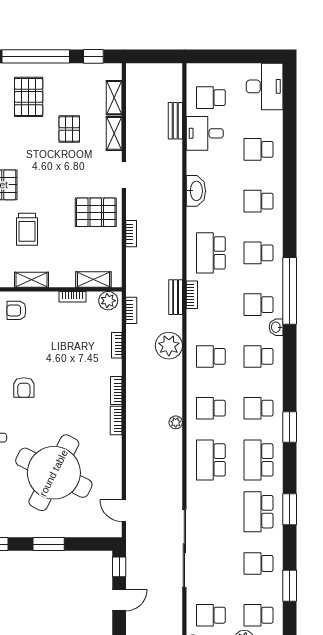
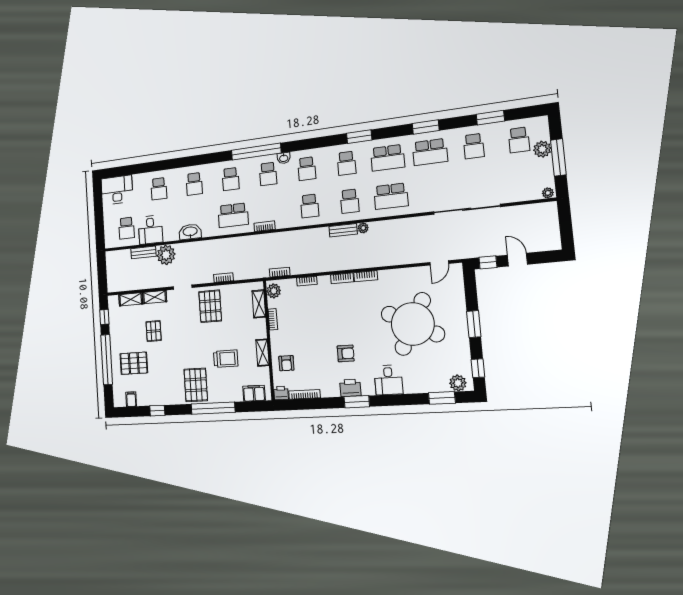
pallet: (69, 129) -> (154, 331), turned 90
bench: (176, 297) -> (343, 230), moved
plant: (169, 346) -> (166, 255), moved
school desk: (211, 615) -> (523, 180), removed

